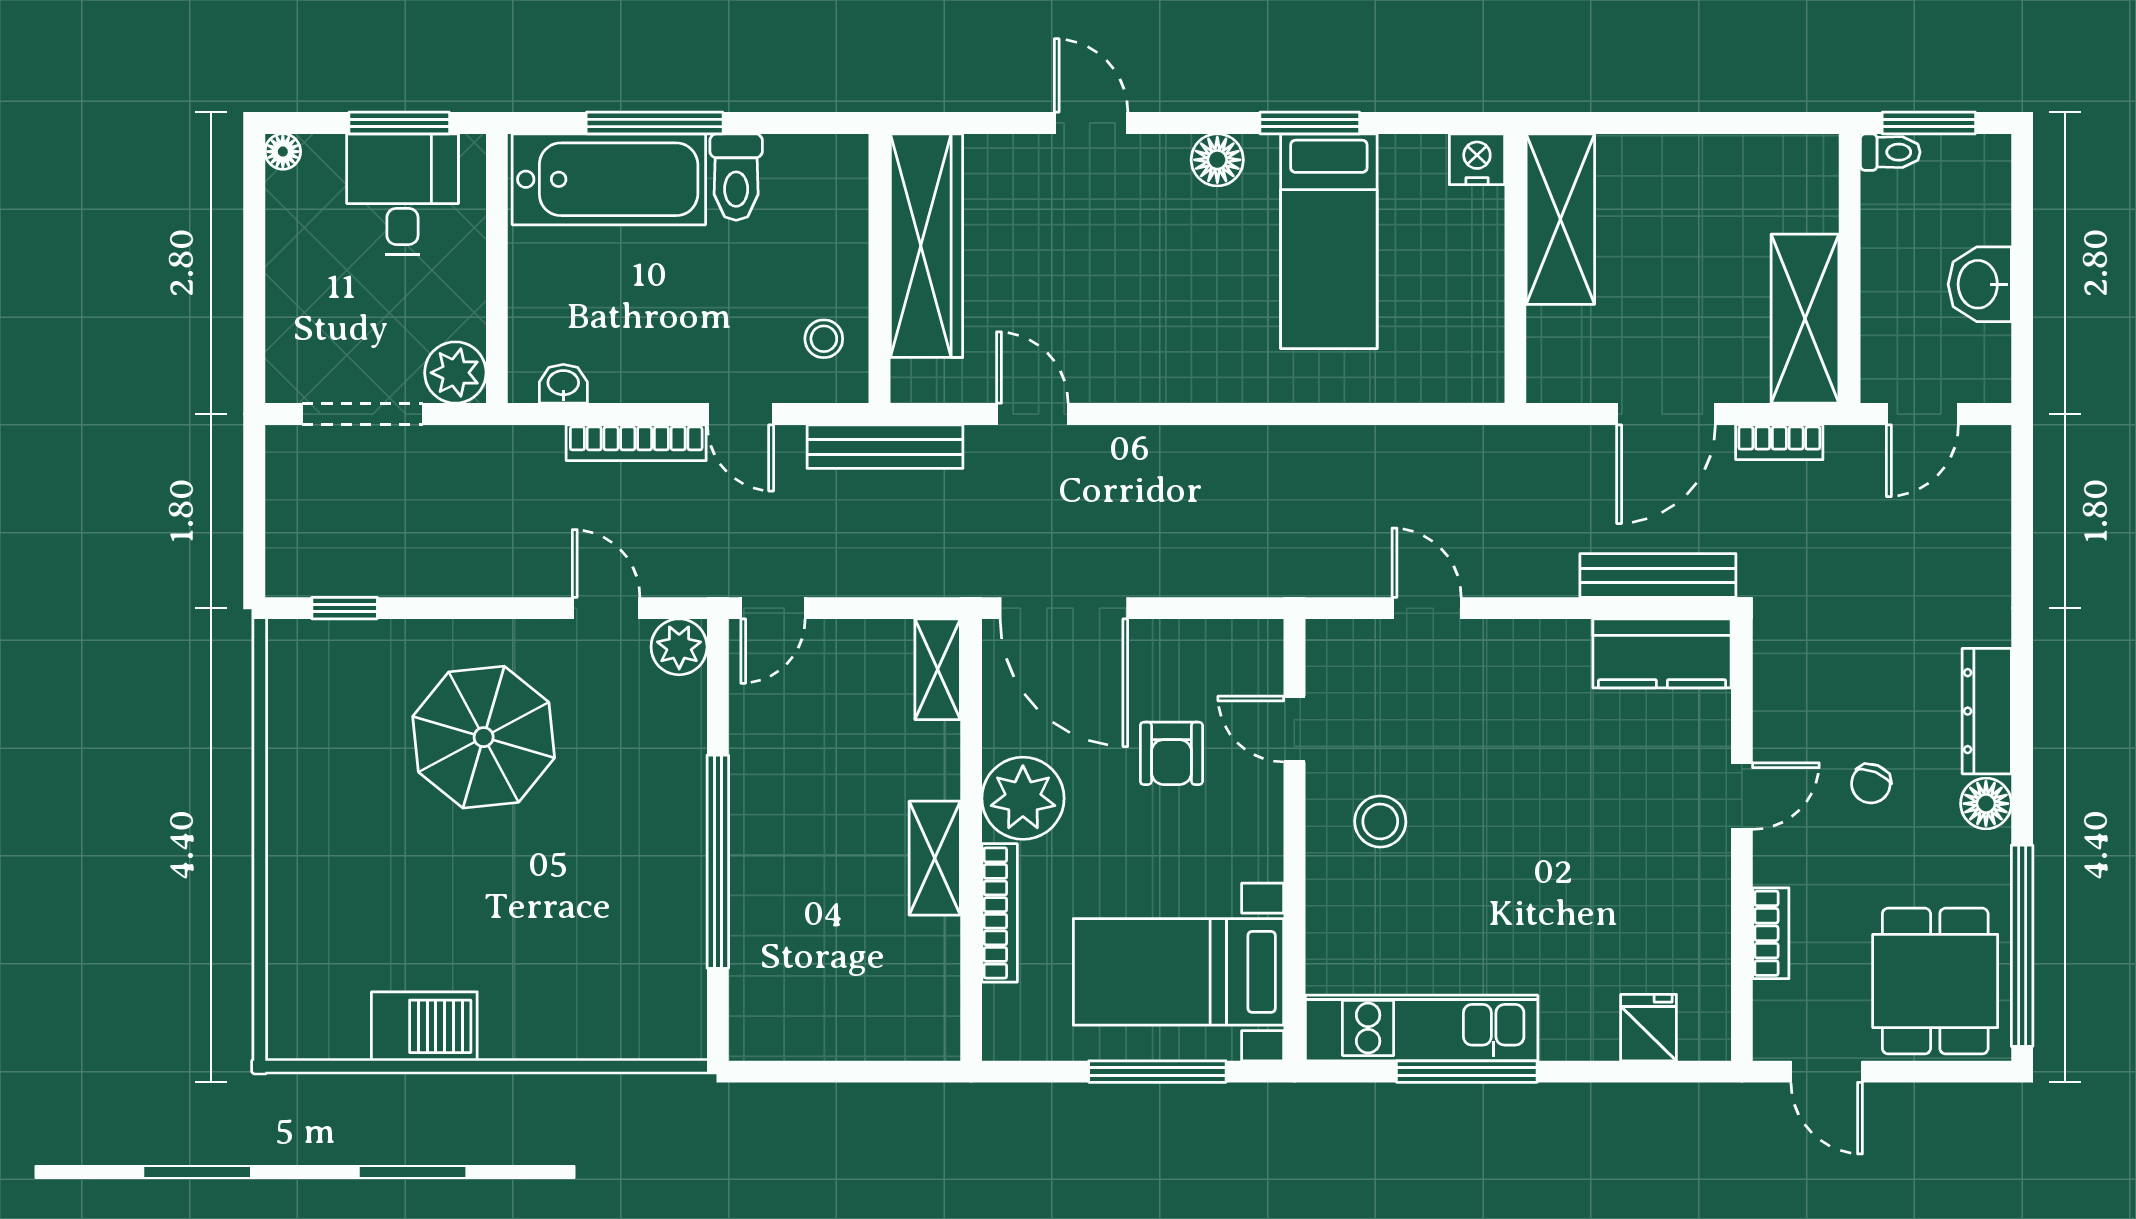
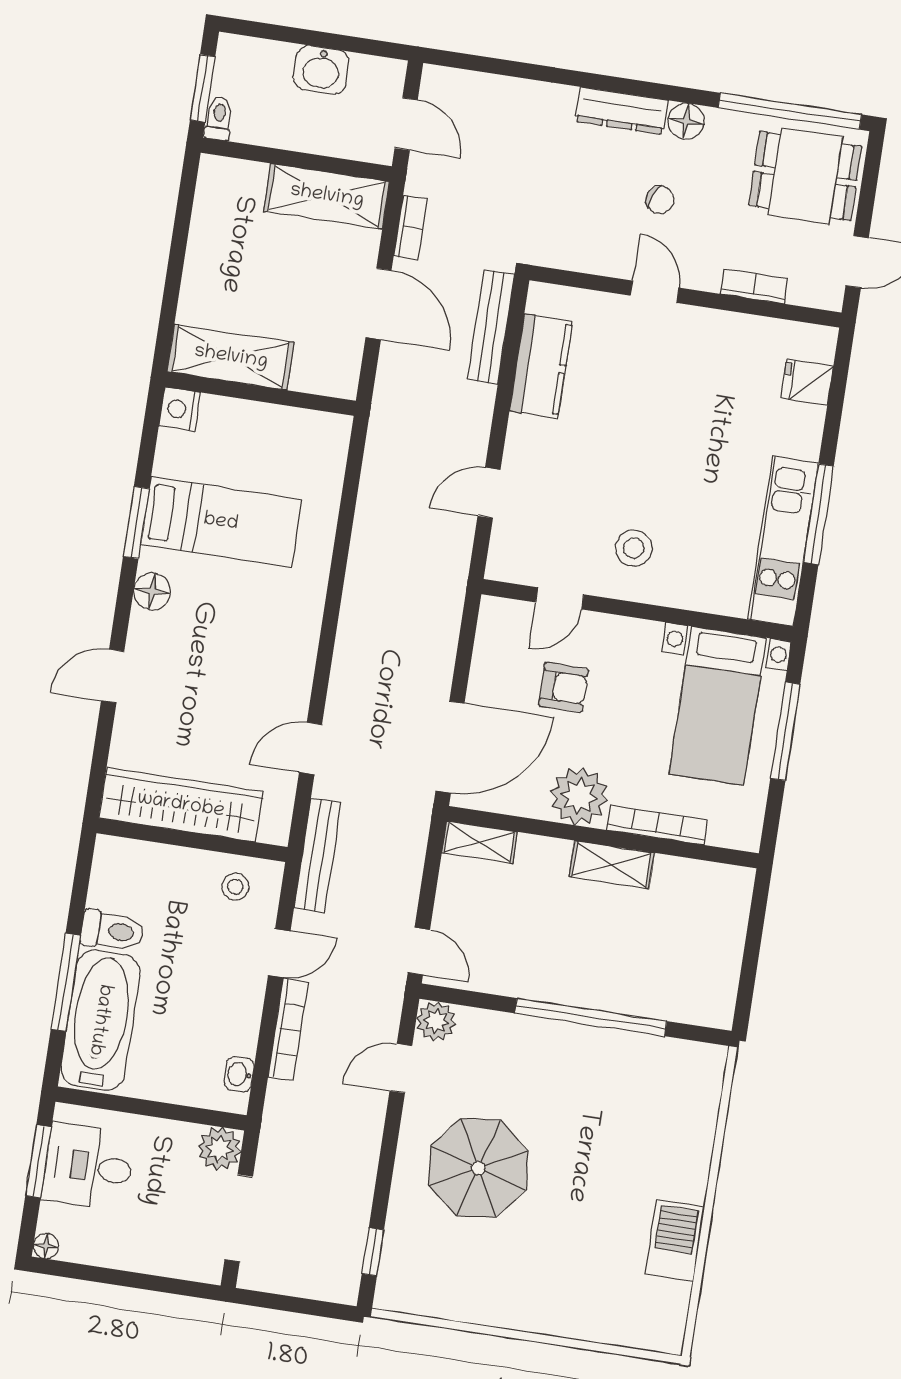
kitchen counter: (1662, 653) -> (541, 366), moved

